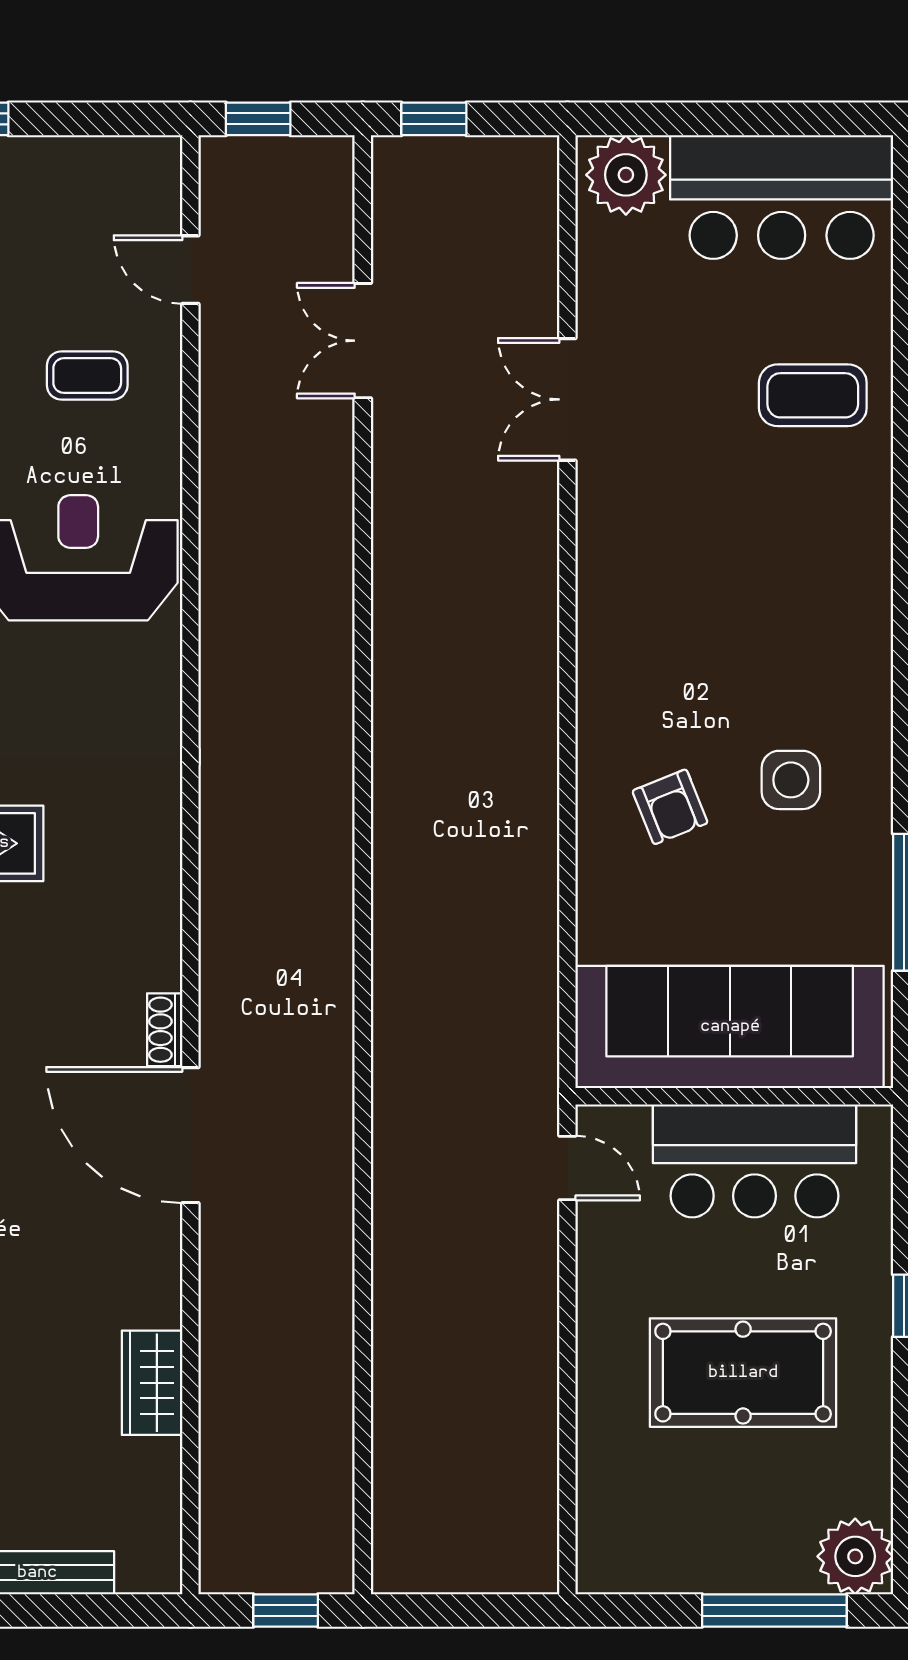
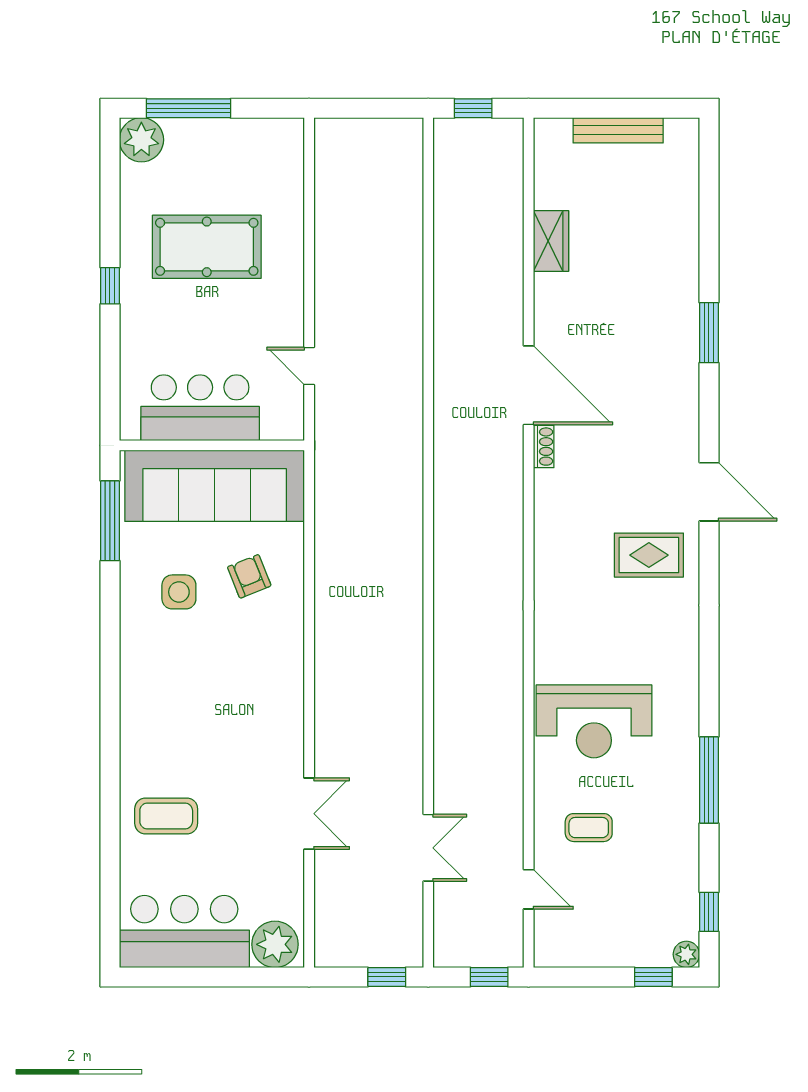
sofa: (730, 1027) -> (215, 486), moved
wall: (734, 1096) -> (212, 445), moved
bar counter: (755, 1161) -> (200, 408), moved

